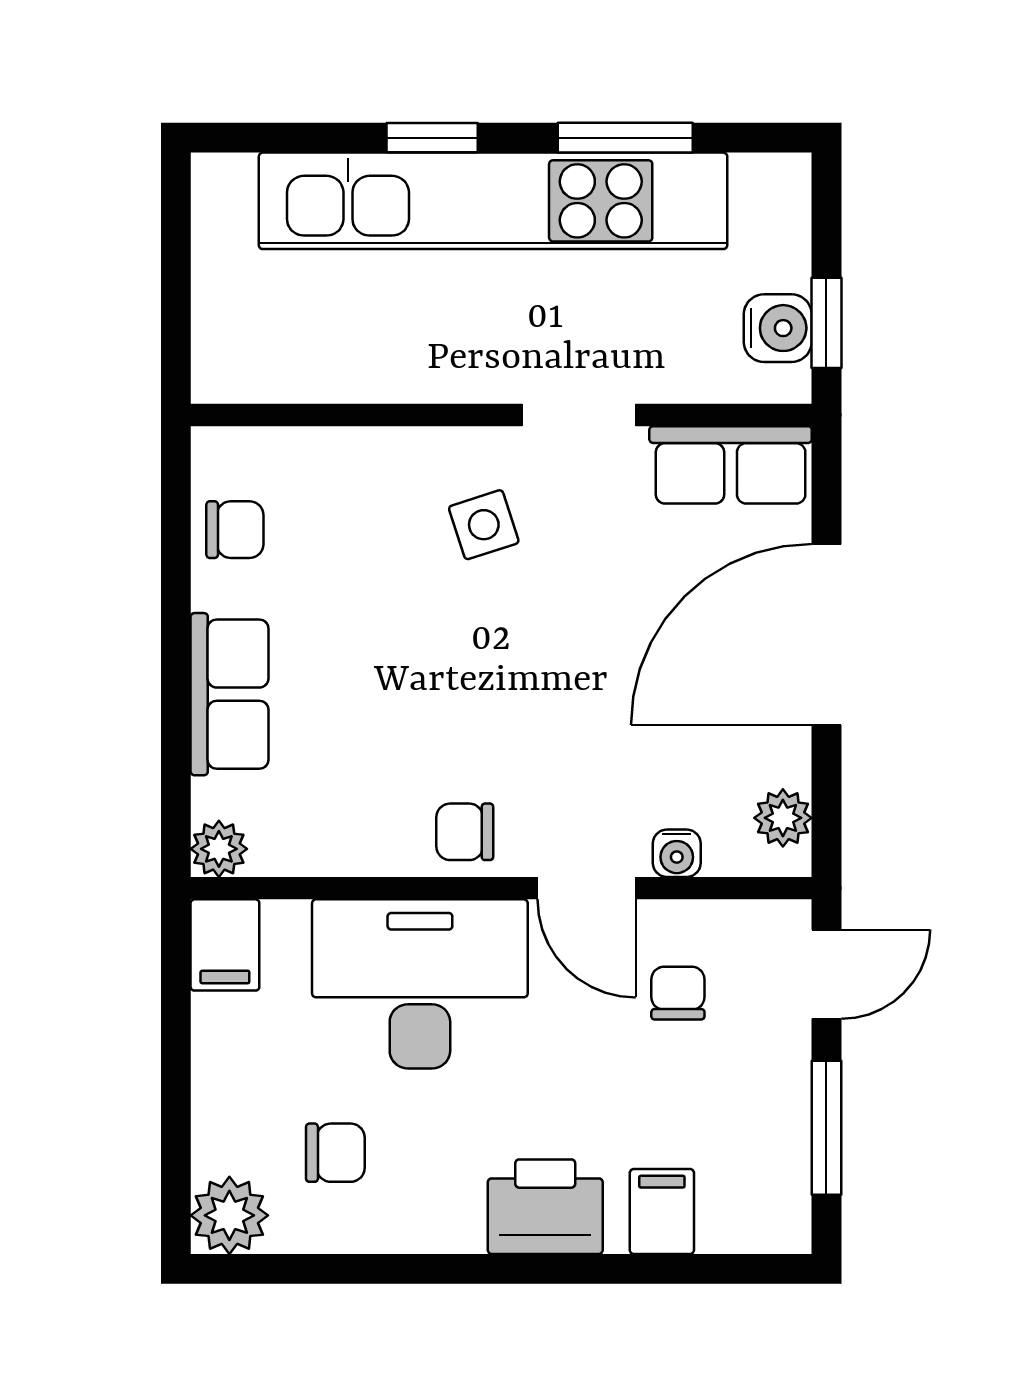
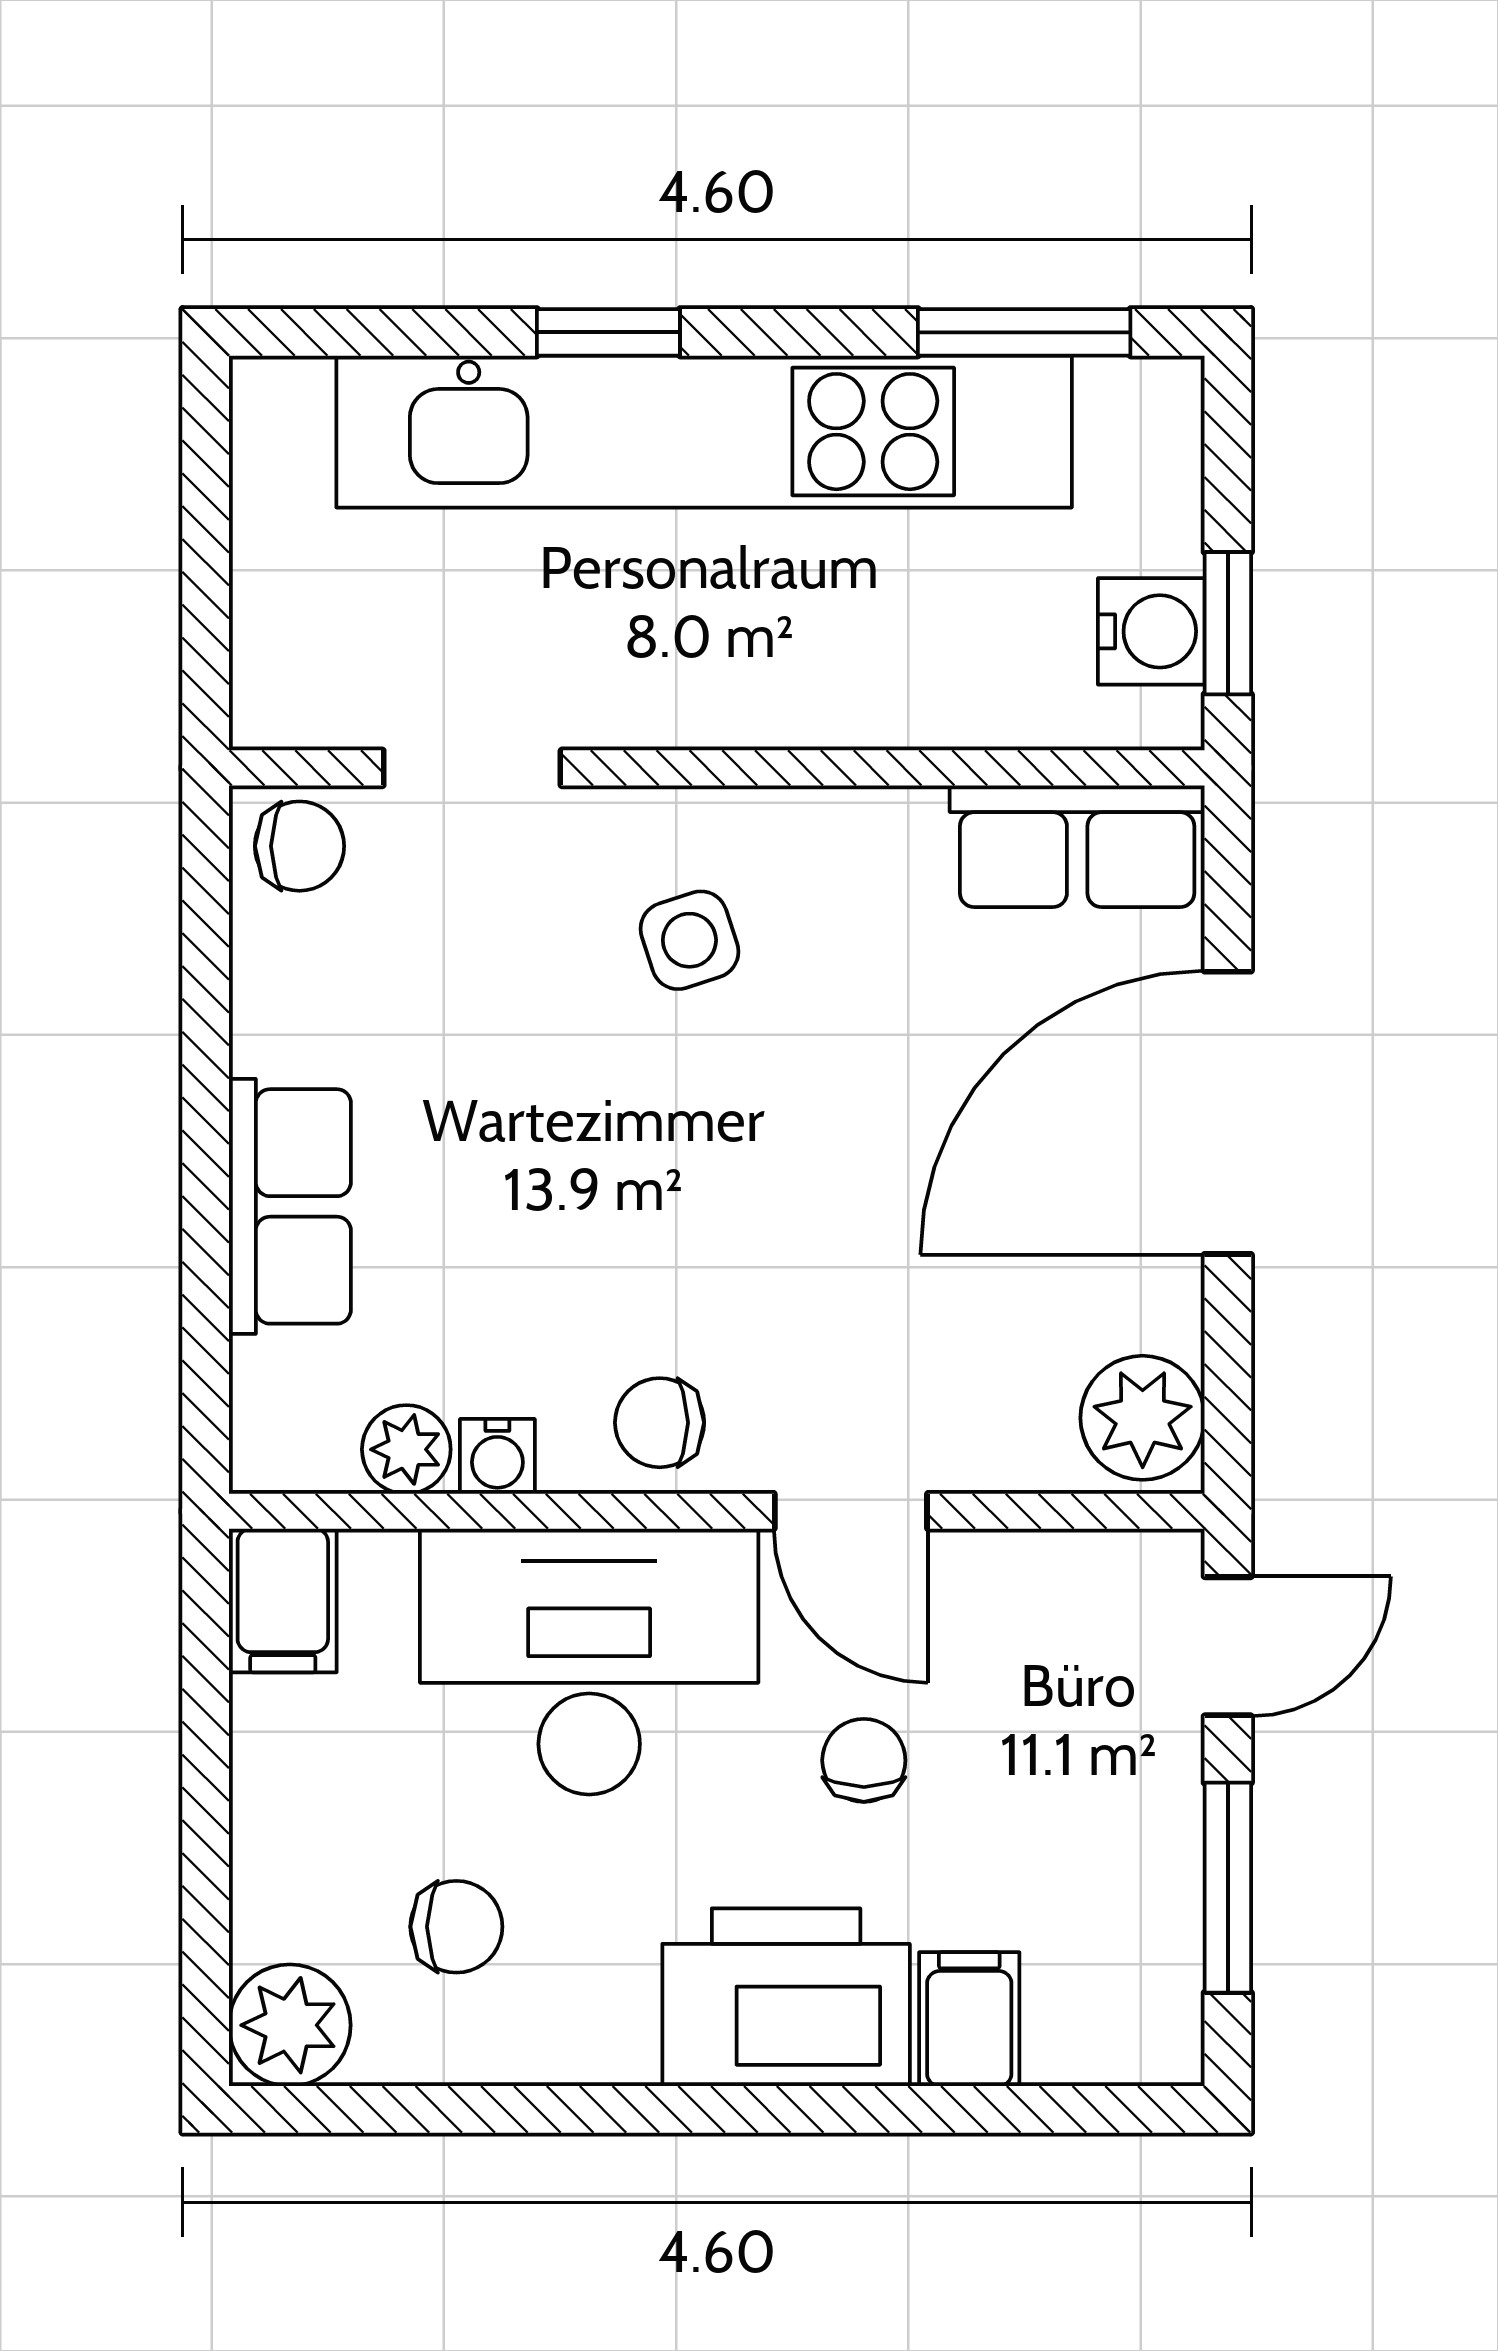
window: (625, 138) -> (1024, 332), moved
doorway: (579, 415) -> (472, 768), moved
chair: (235, 530) -> (299, 846), moved
plant: (783, 818) -> (1143, 1418), width x1.38, depth x1.38
plant: (219, 849) -> (406, 1449), moved
water cooler: (677, 853) -> (497, 1456), moved
chair: (678, 993) -> (864, 1760), moved
printer: (545, 1207) -> (786, 1997), width x1.37, depth x1.19

